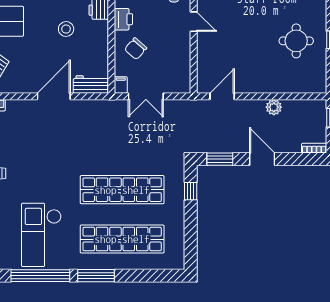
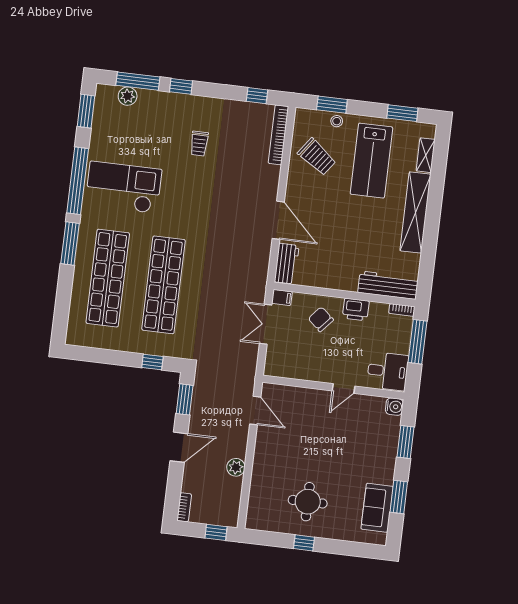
stool: (66, 29) -> (353, 243), removed

